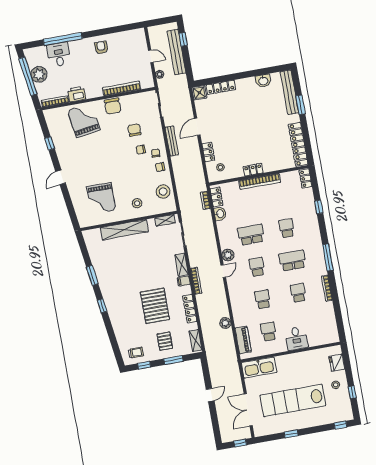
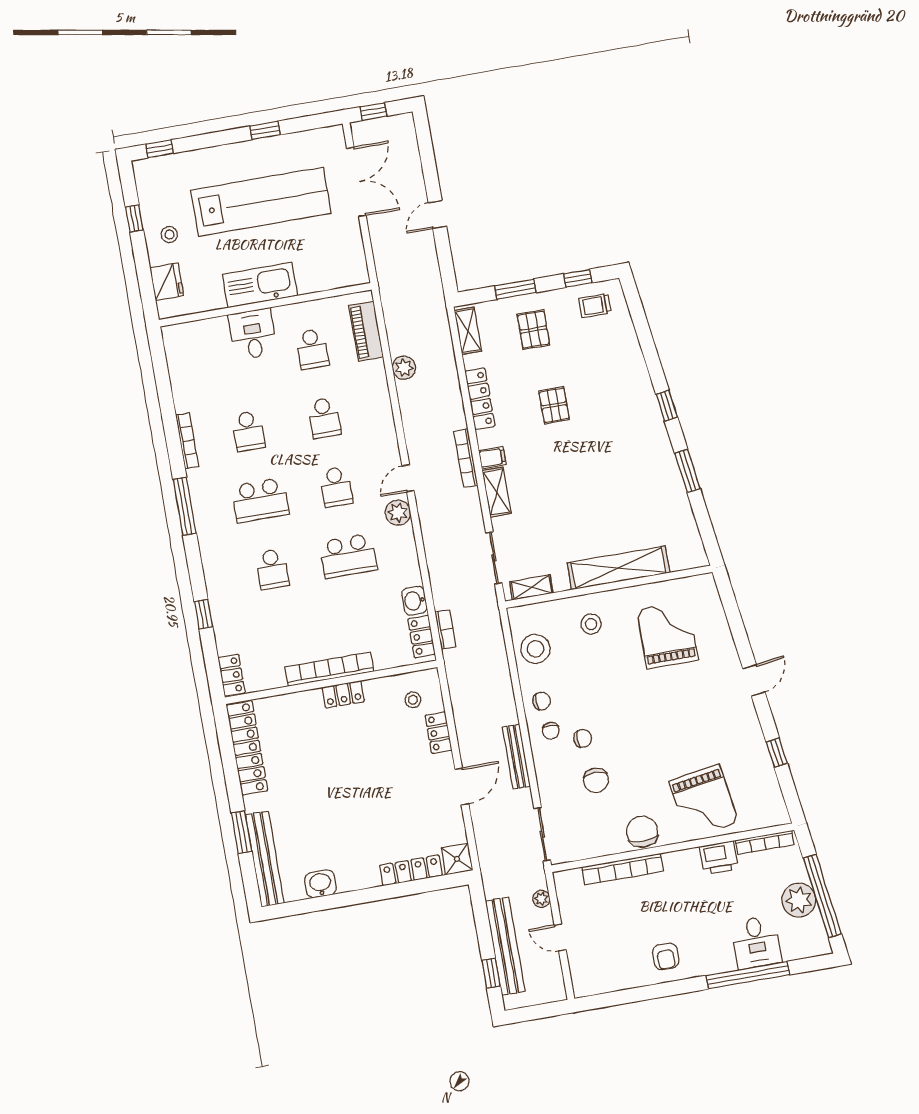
pallet: (155, 306) -> (554, 405), width x0.49, depth x0.50
kitchen sink: (259, 368) -> (260, 285), moved

